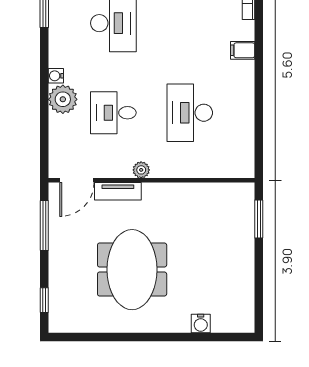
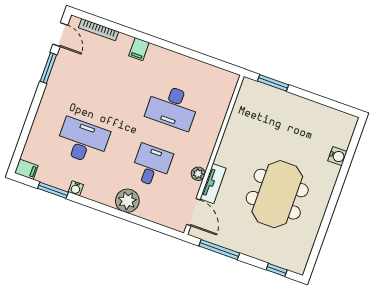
water cooler: (56, 76) -> (76, 188), moved
desk: (113, 113) -> (152, 166), turned 180
plant: (141, 170) -> (198, 174), moved
meeting table: (132, 270) -> (277, 194), turned 90

